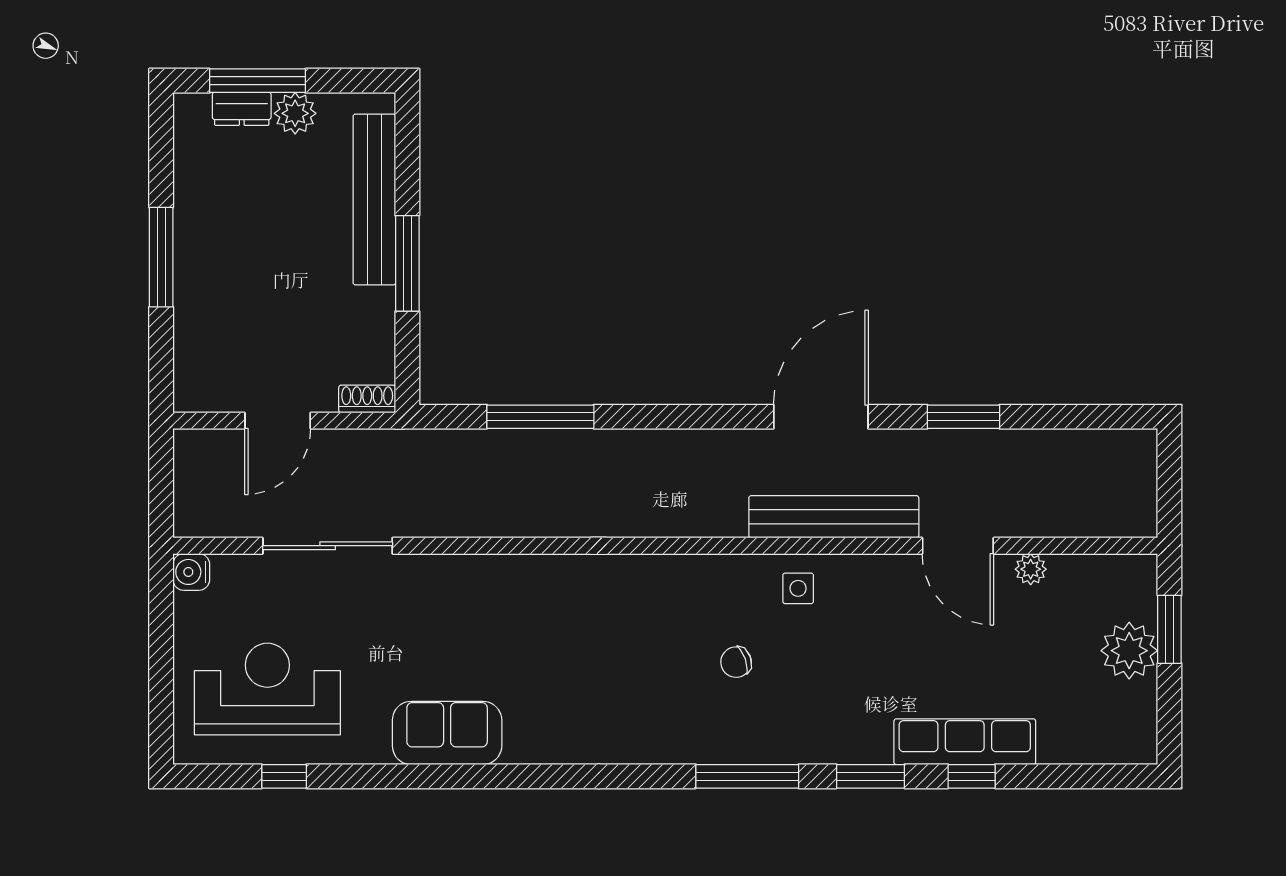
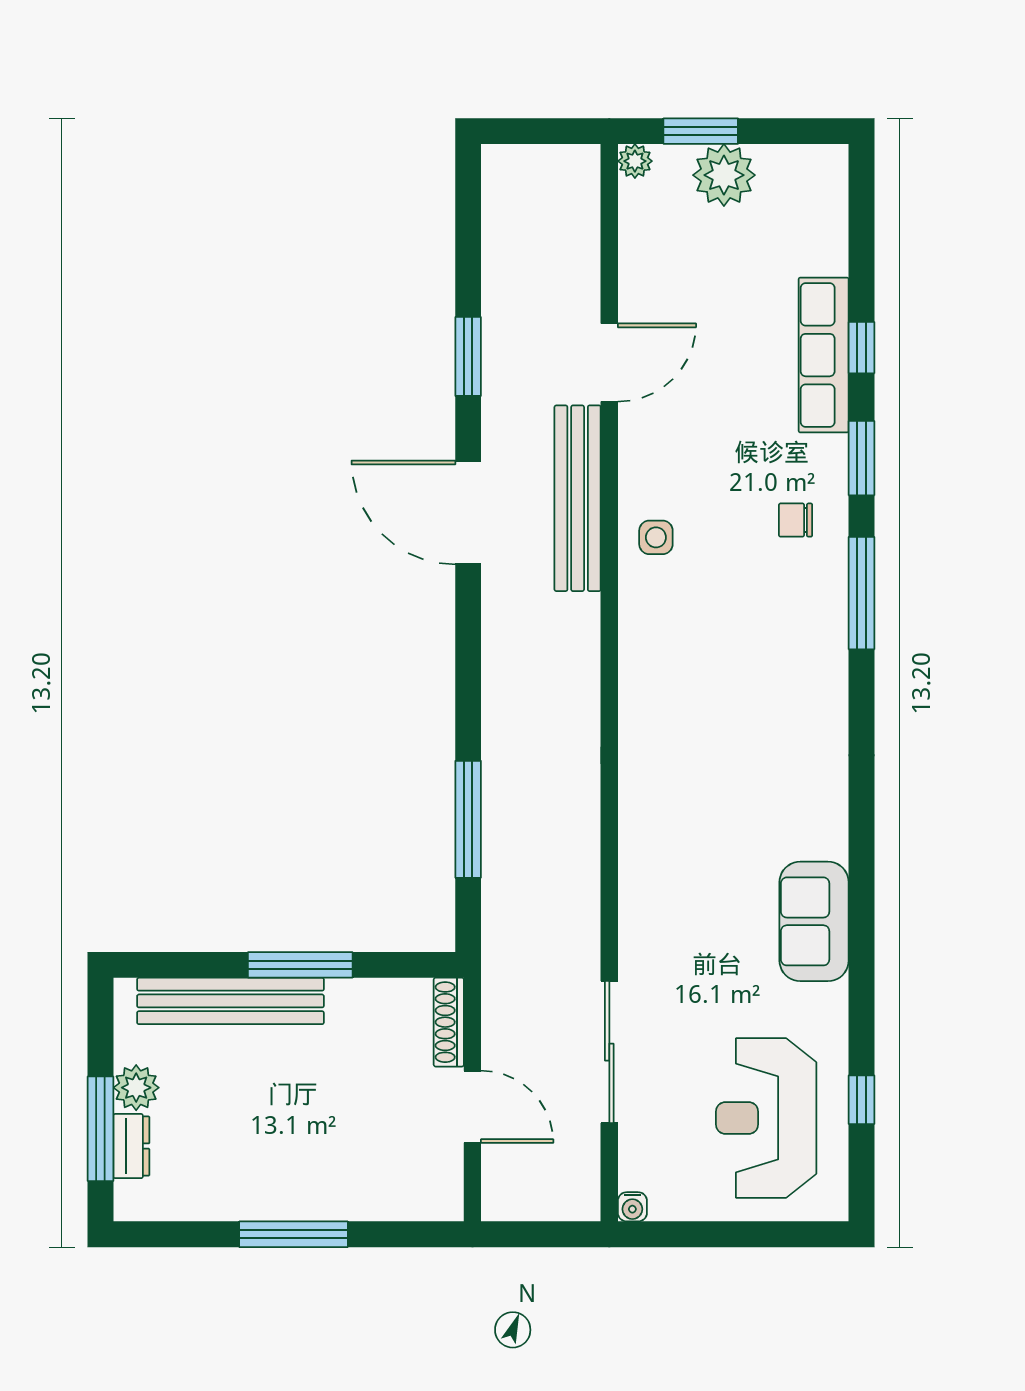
shoe rack: (367, 399) -> (449, 1022), width x1.43
plant: (1031, 569) -> (635, 161), moved
water cooler: (191, 572) -> (632, 1207), width x0.72, depth x0.72
chair: (736, 662) -> (796, 520), moved, turned 109

